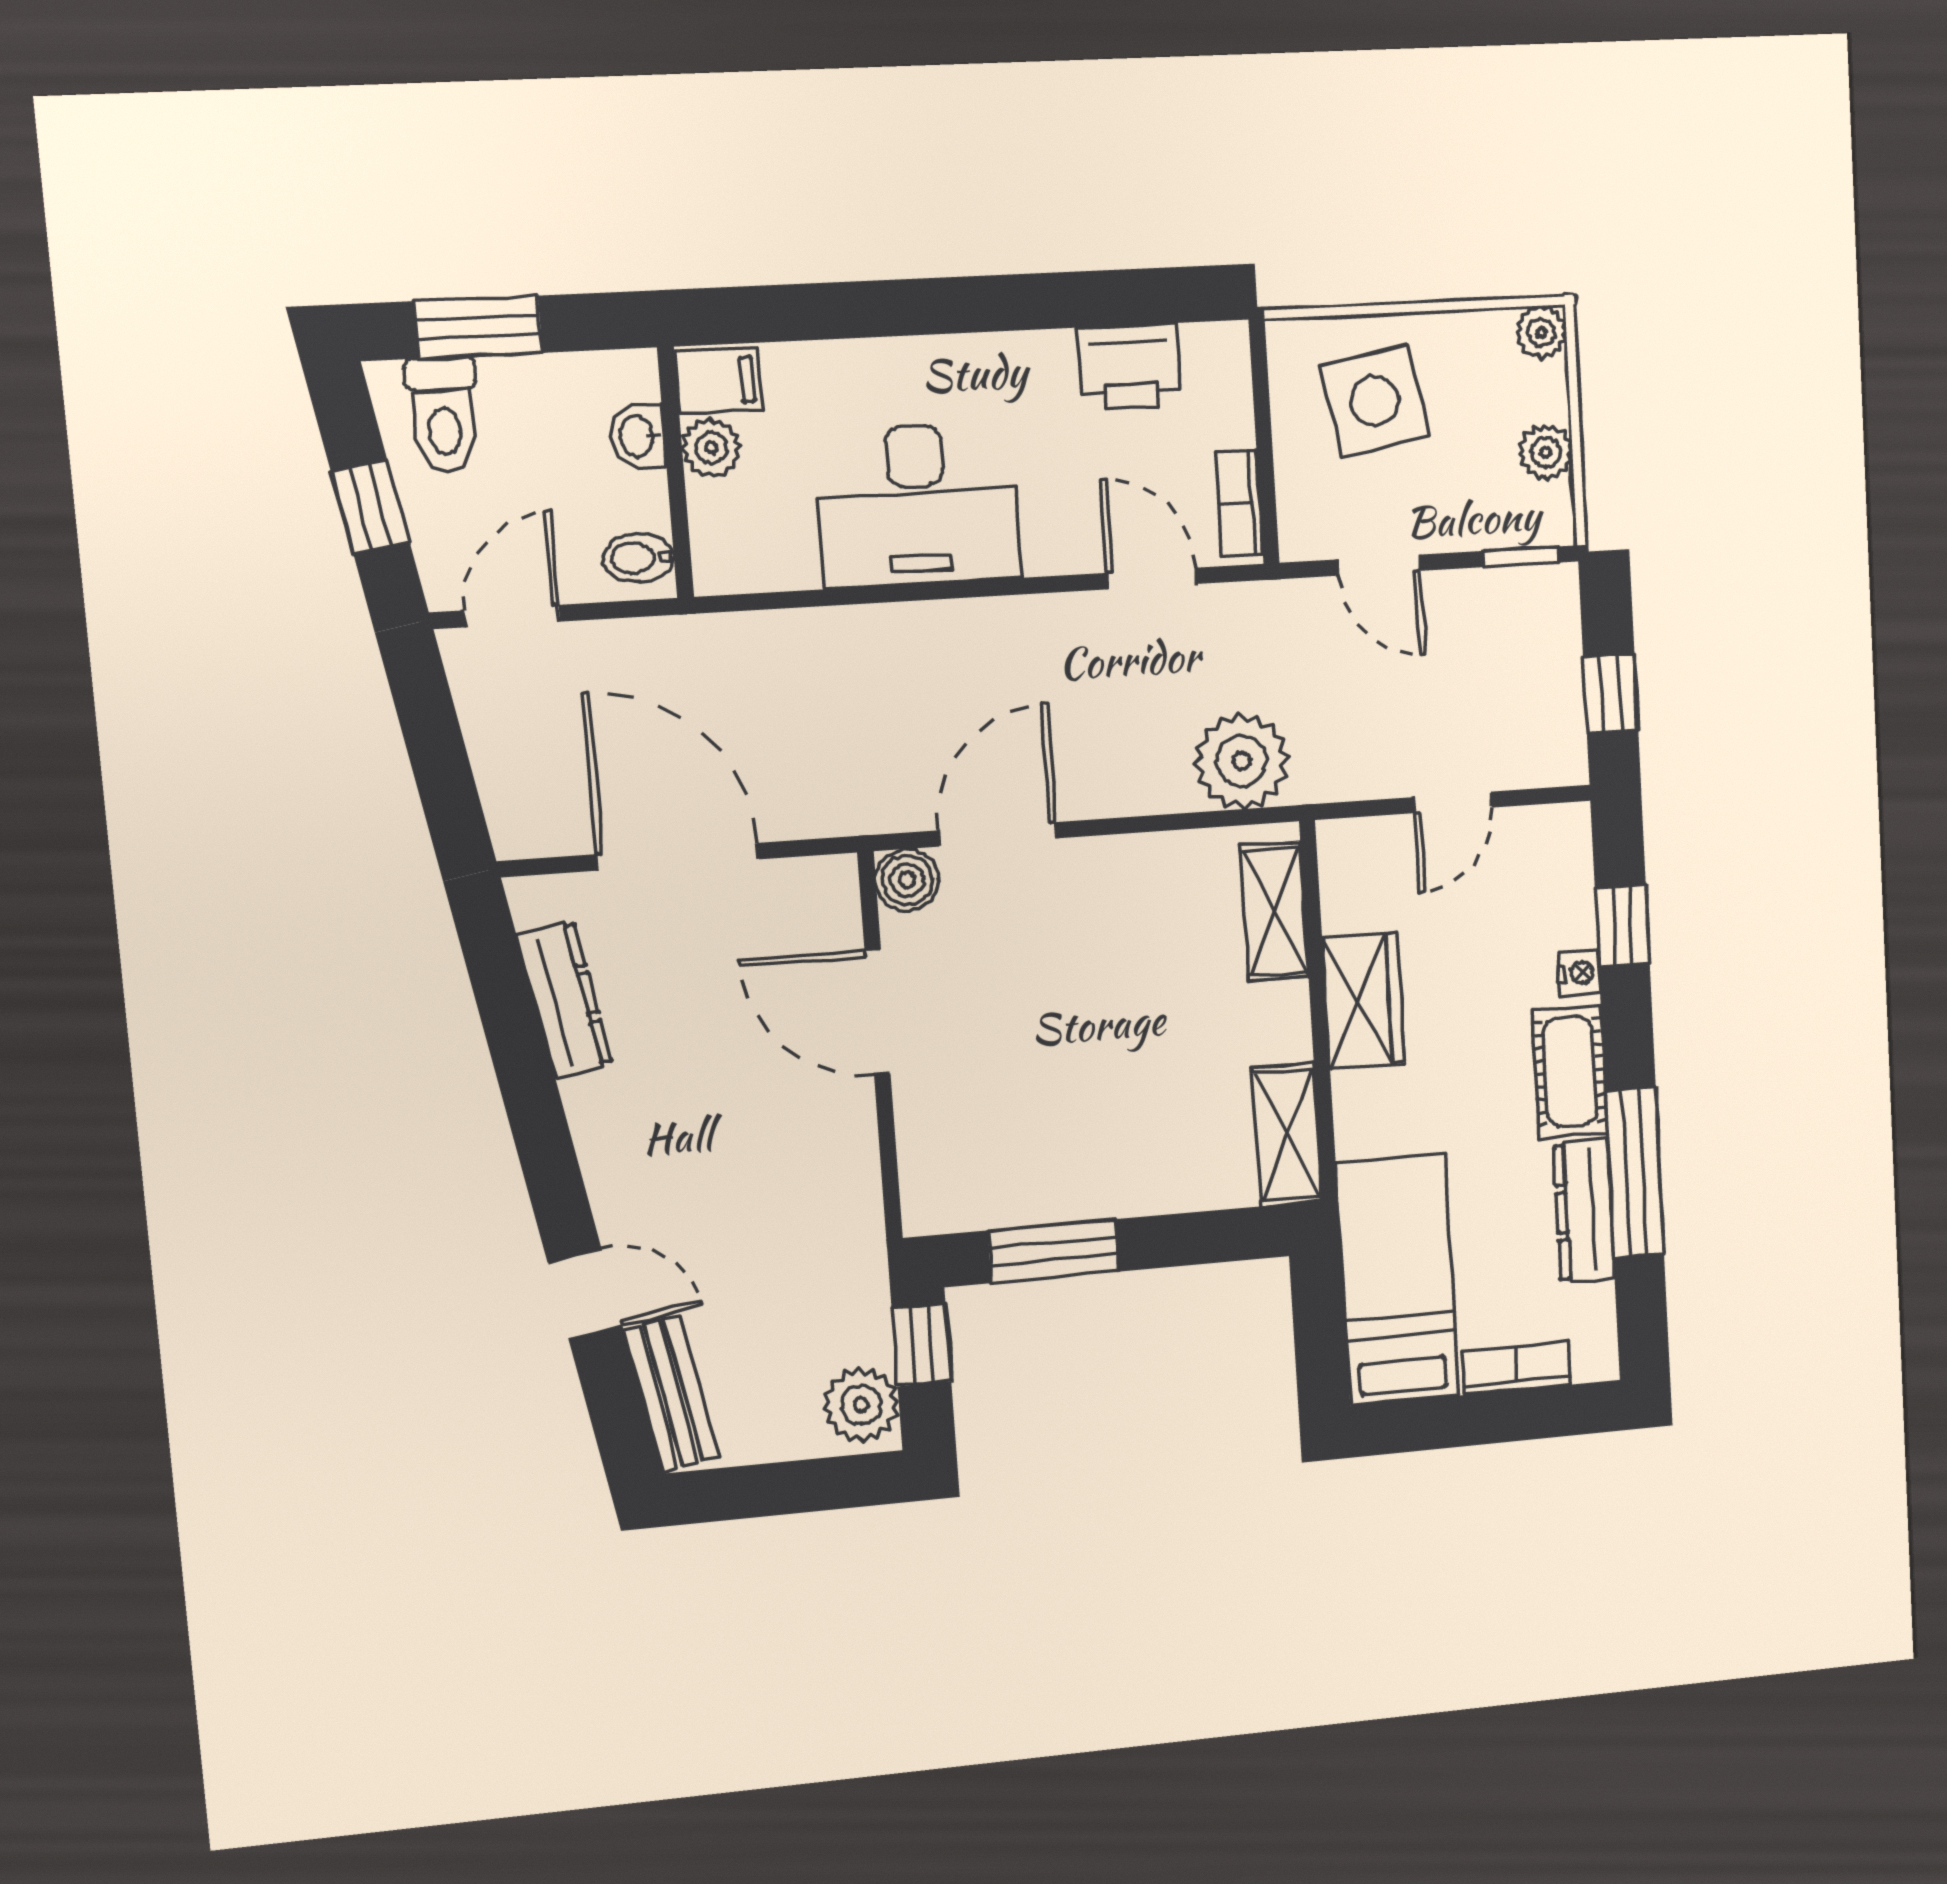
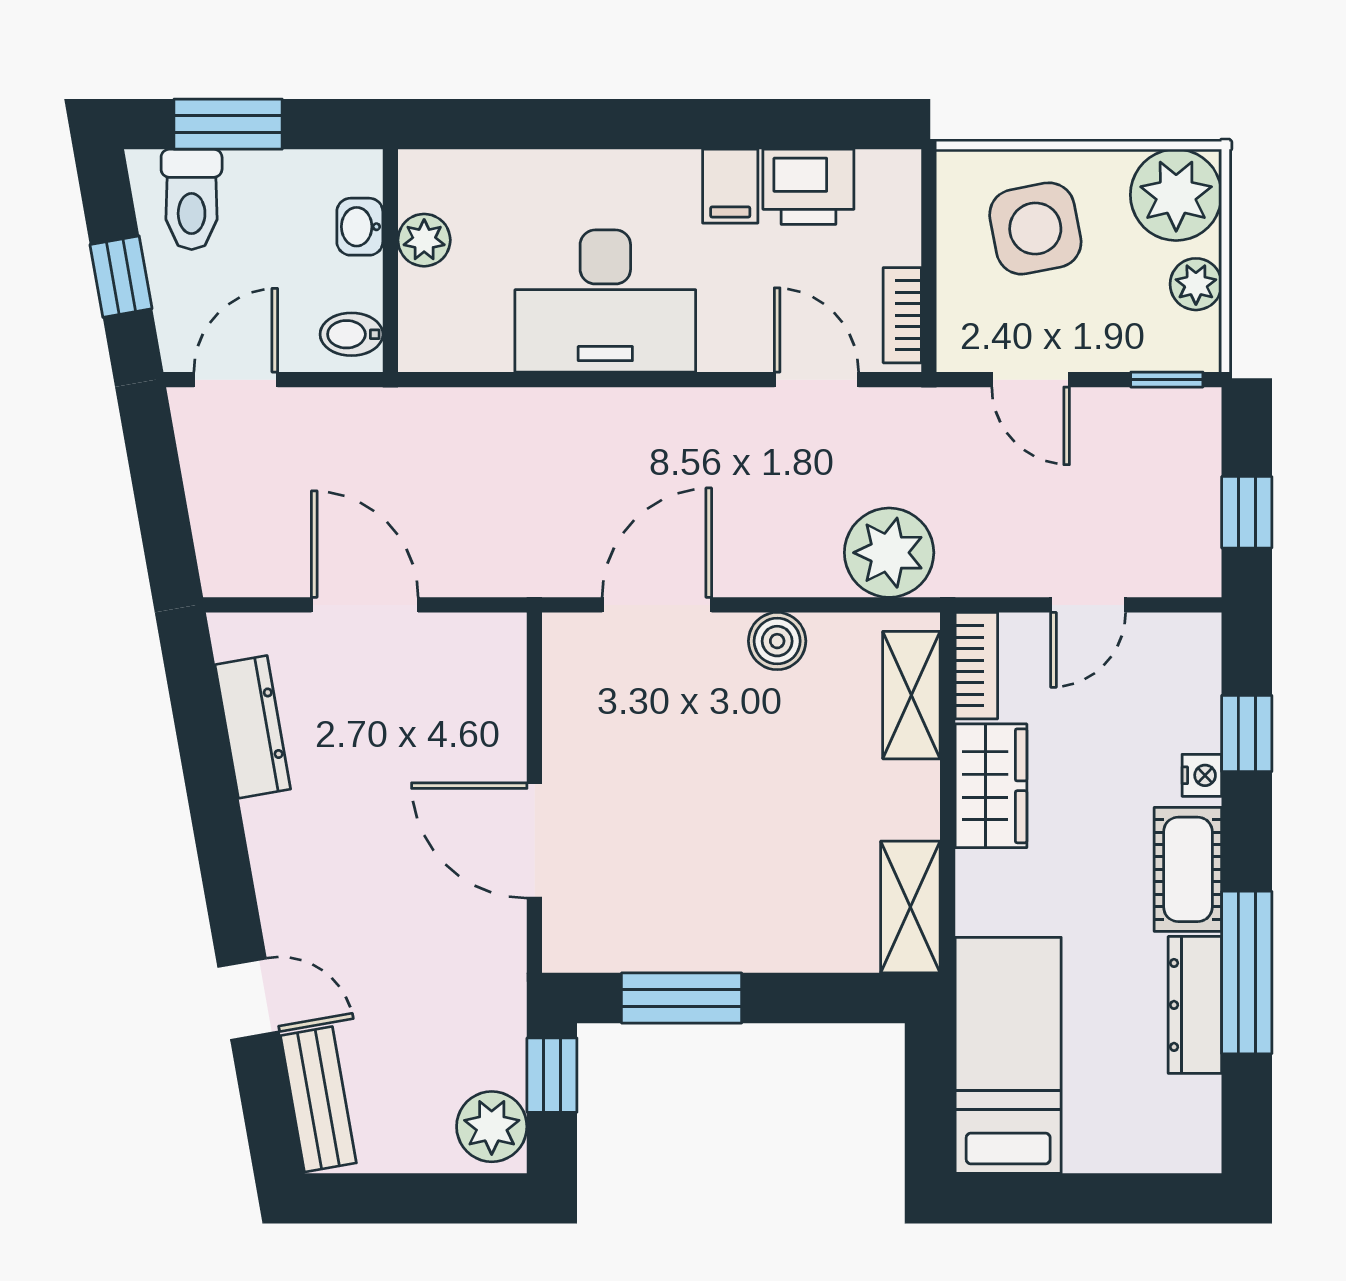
plant: (1541, 332) -> (1176, 195), width x1.88, depth x1.88
filing cabinet: (718, 381) -> (730, 186), moved, turned 90
door: (678, 857) -> (365, 605), width x0.73
boiler: (907, 880) -> (777, 641), moved
door: (877, 1012) -> (534, 840), moved
bookcase: (1516, 1368) -> (976, 666), moved, turned 90

